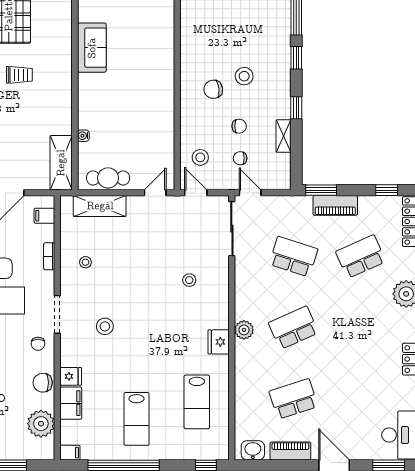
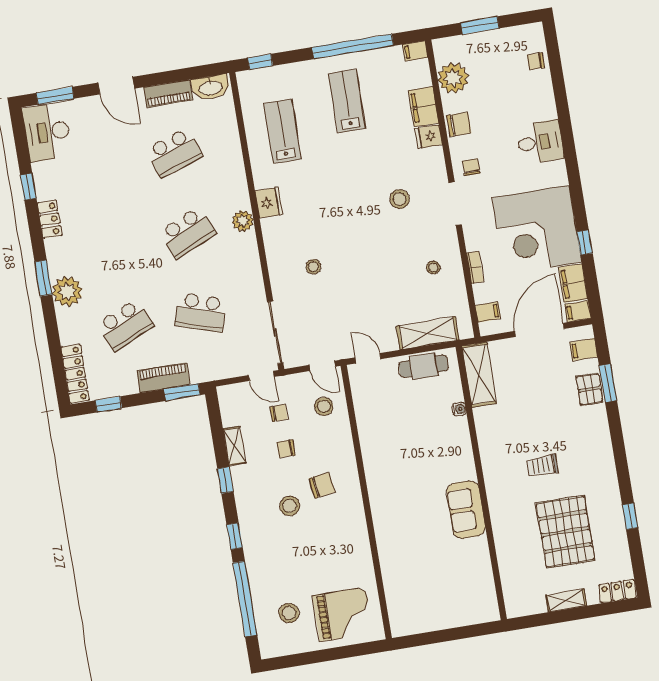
door: (155, 193) -> (368, 358), swing flipped
washbasin: (253, 450) -> (210, 87), width x1.38

